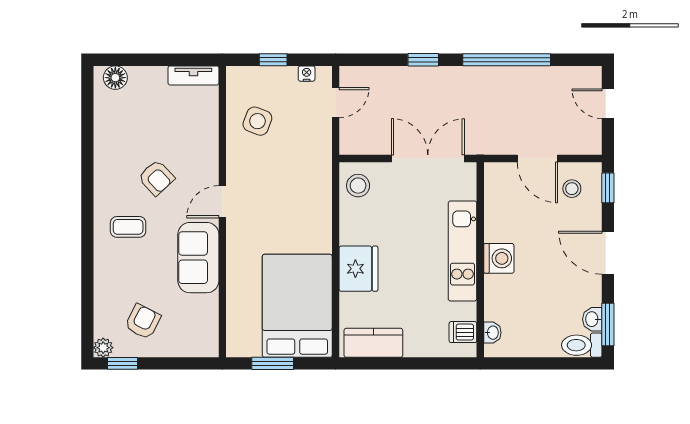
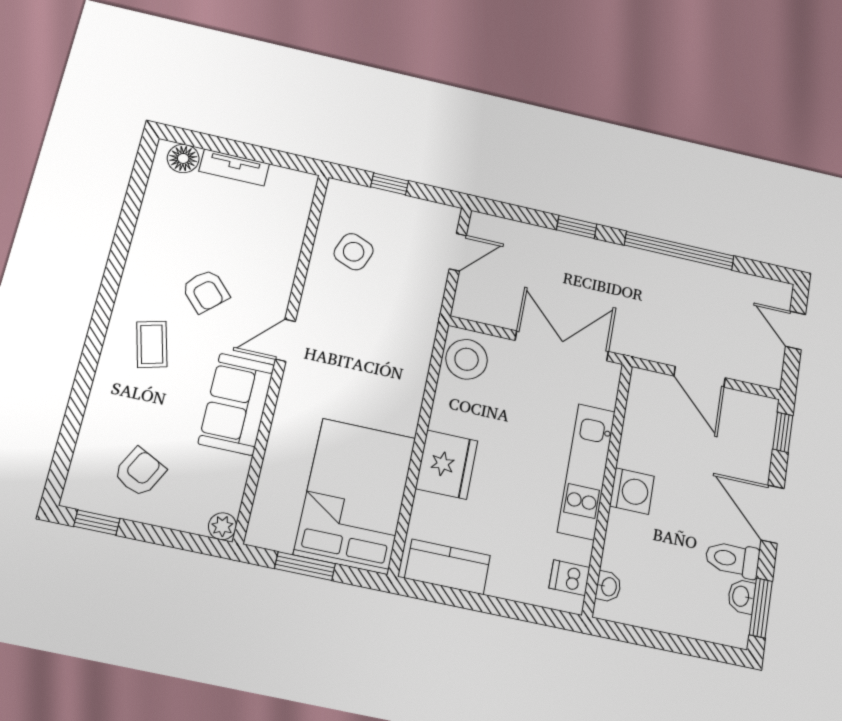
nightstand: (307, 74) -> (428, 210), removed
tv unit: (193, 75) -> (234, 167), moved
stool: (358, 186) -> (467, 359), width x1.38, depth x1.38
stool: (572, 189) -> (738, 423), removed
coffee table: (128, 227) -> (152, 344), turned 75
toilet: (582, 345) -> (732, 559), moved
plant: (103, 348) -> (222, 526), moved

